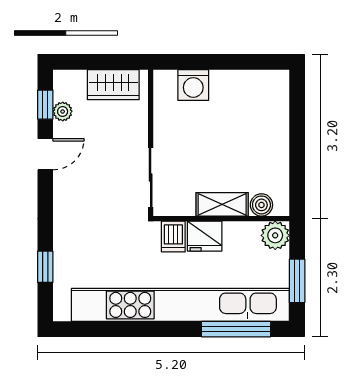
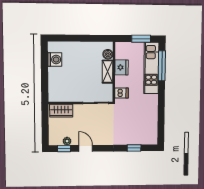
wardrobe: (113, 85) -> (61, 111), moved, turned 90
washing machine: (193, 85) -> (55, 60), moved
plant: (275, 235) -> (121, 48), removed
fridge: (205, 236) -> (121, 67), moved
kitchen unit: (180, 305) -> (151, 68), width x0.54

